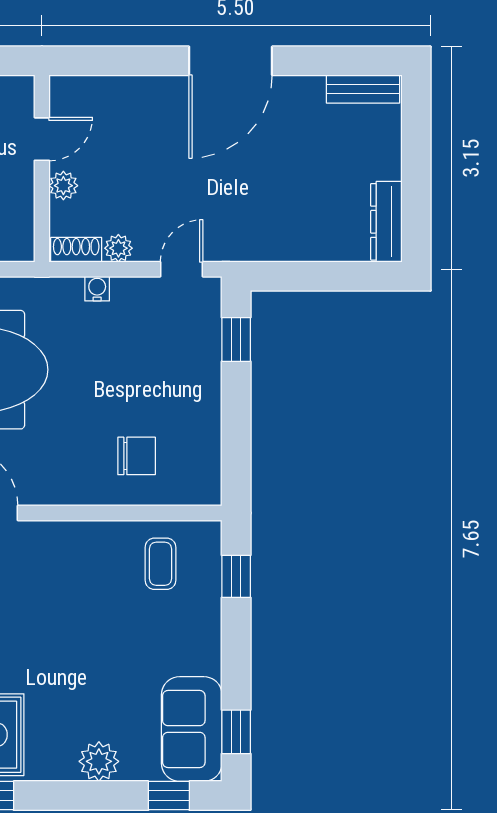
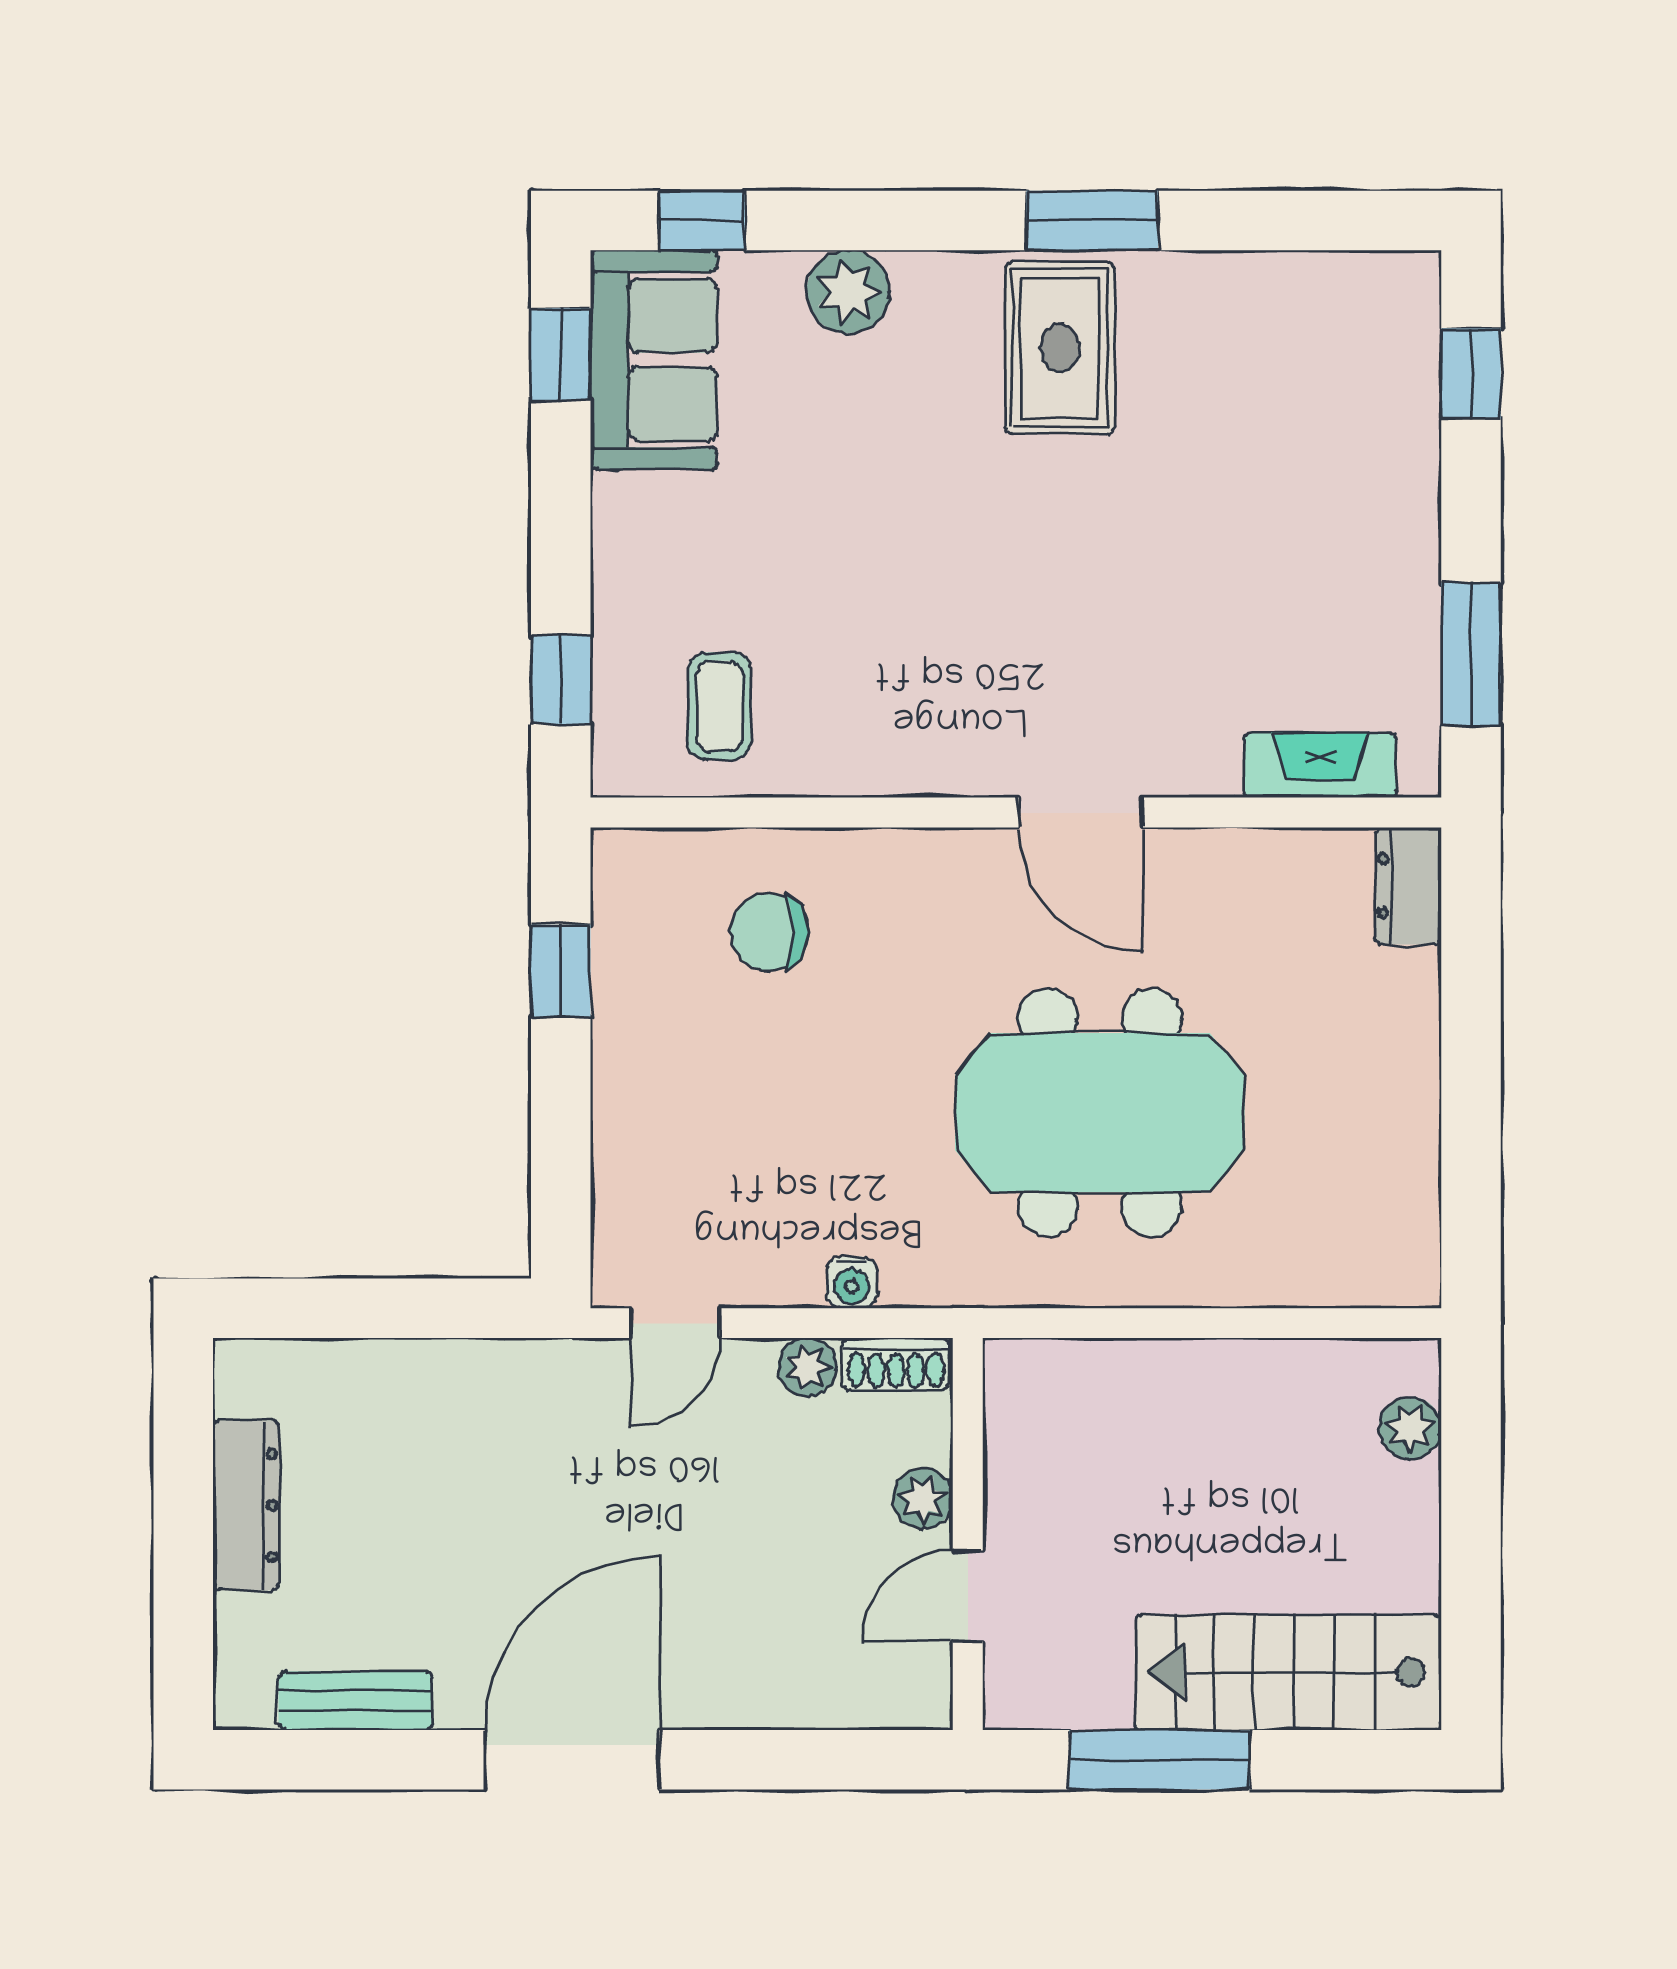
bench: (363, 89) -> (355, 1701), moved
dresser: (386, 222) -> (246, 1506), moved
window: (236, 339) -> (561, 971), moved

